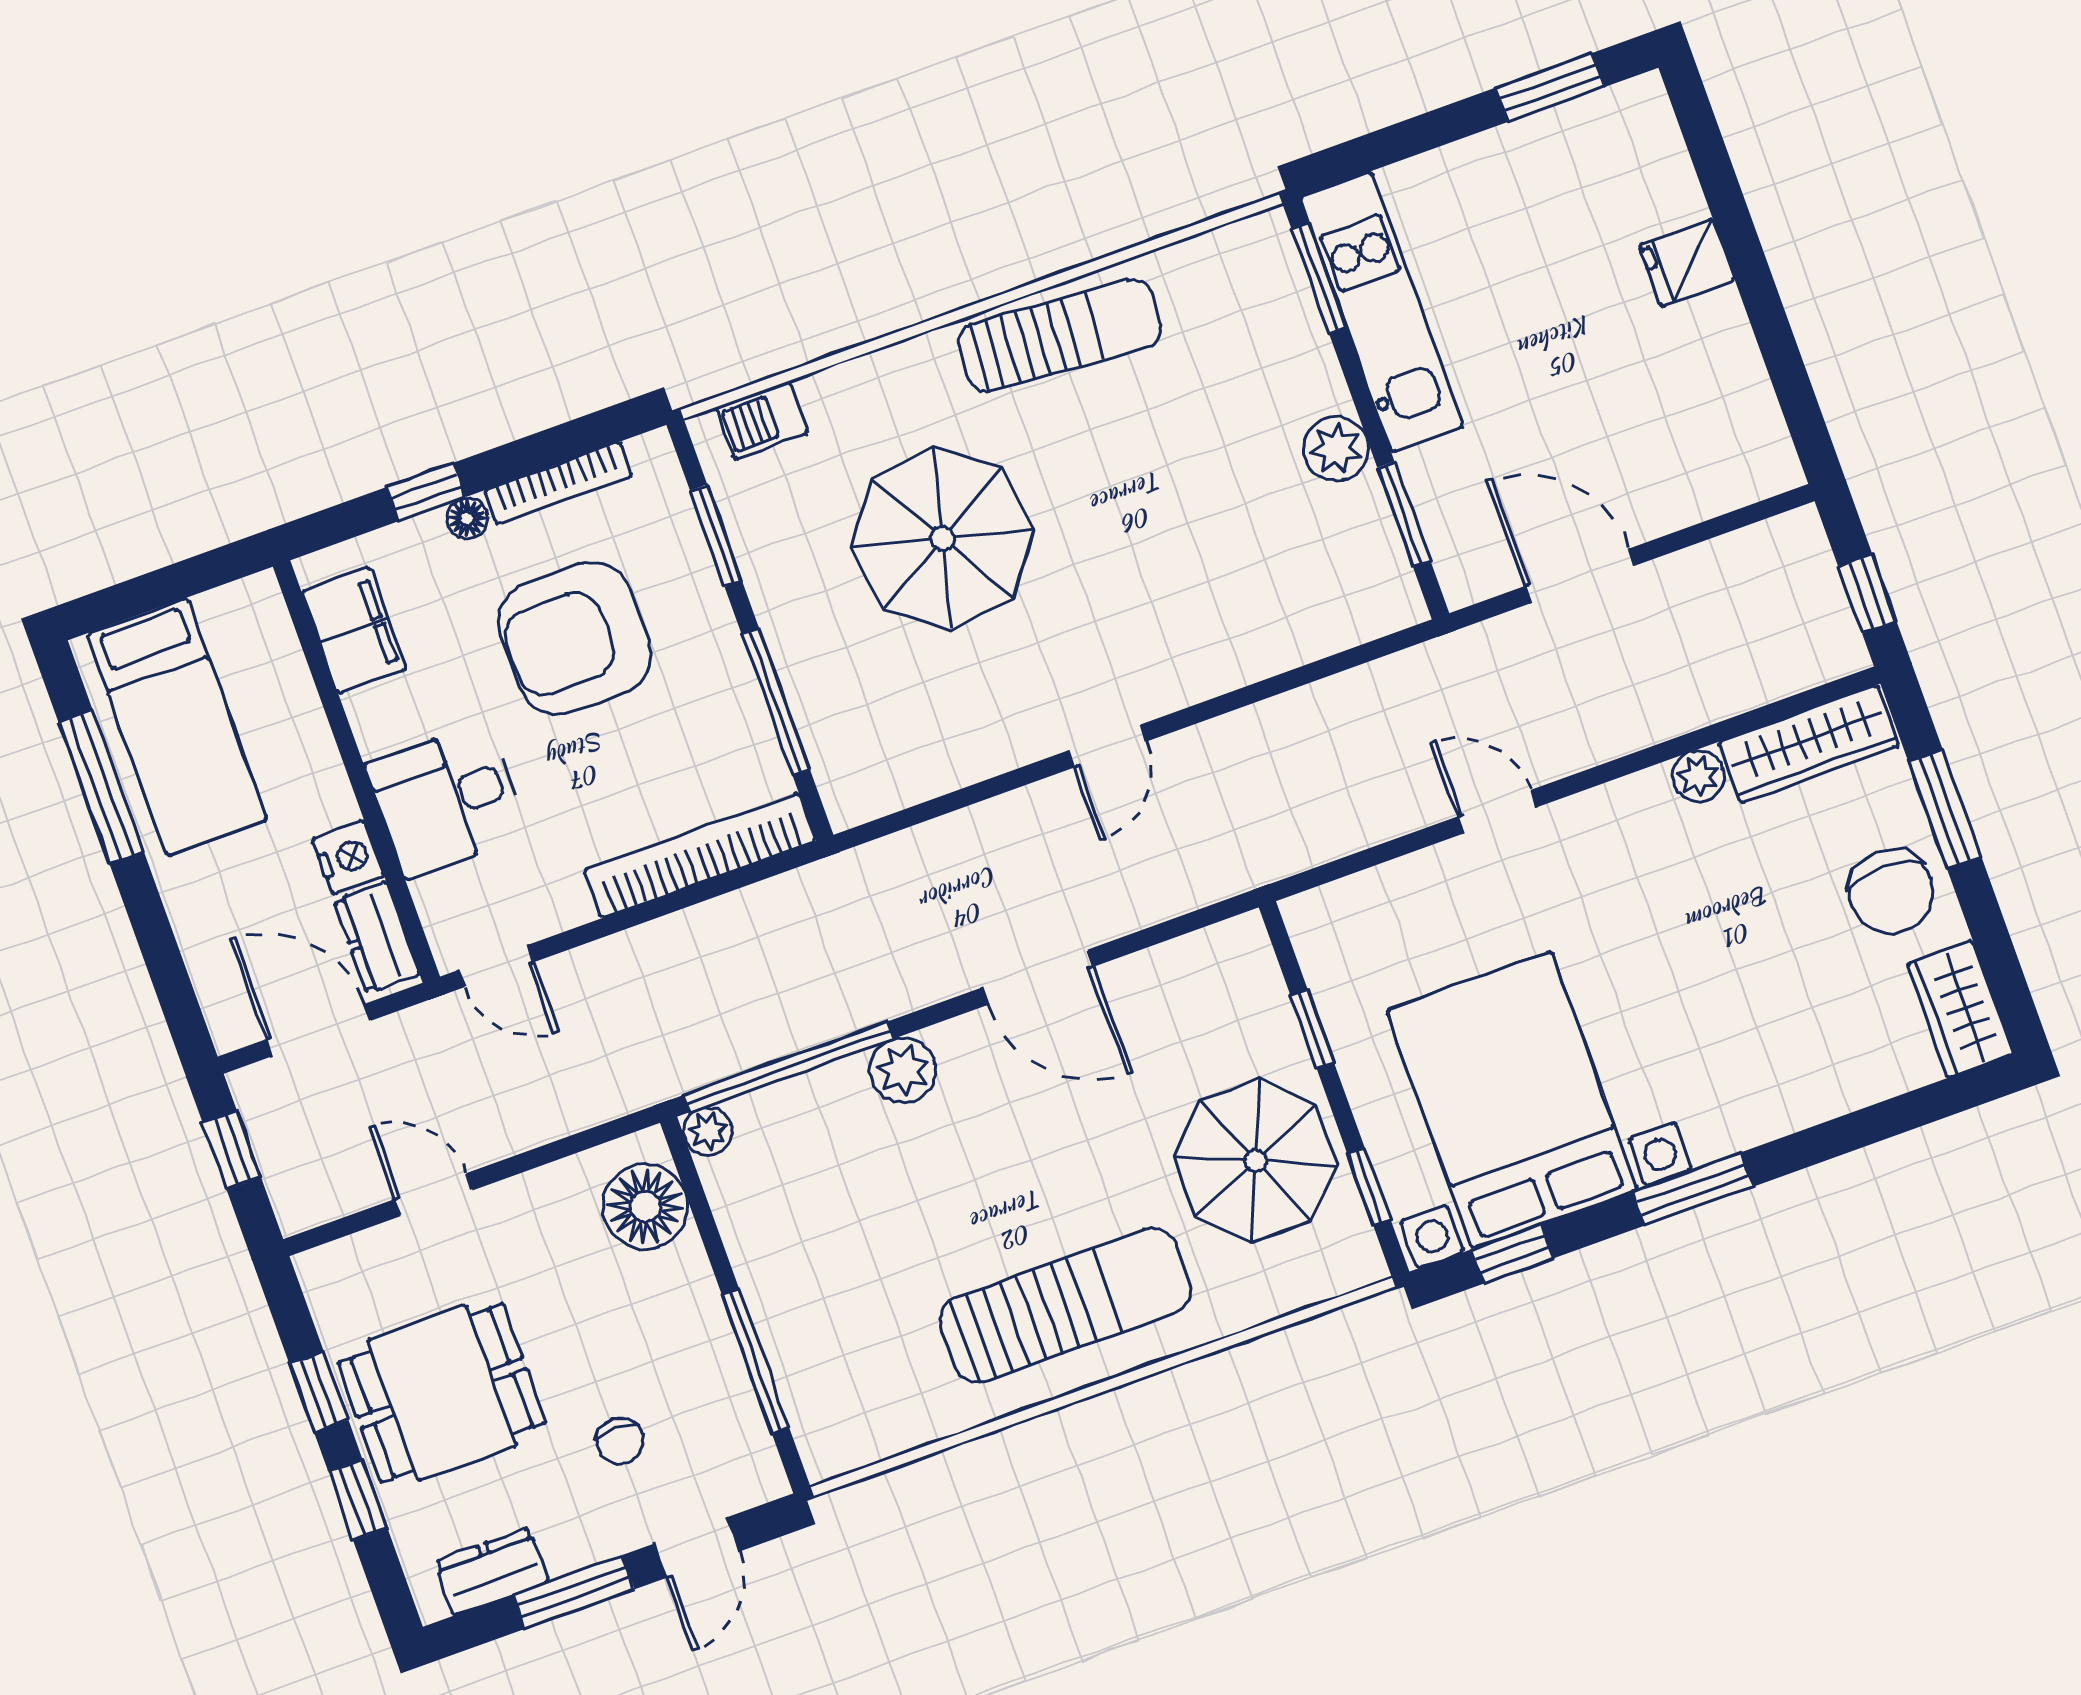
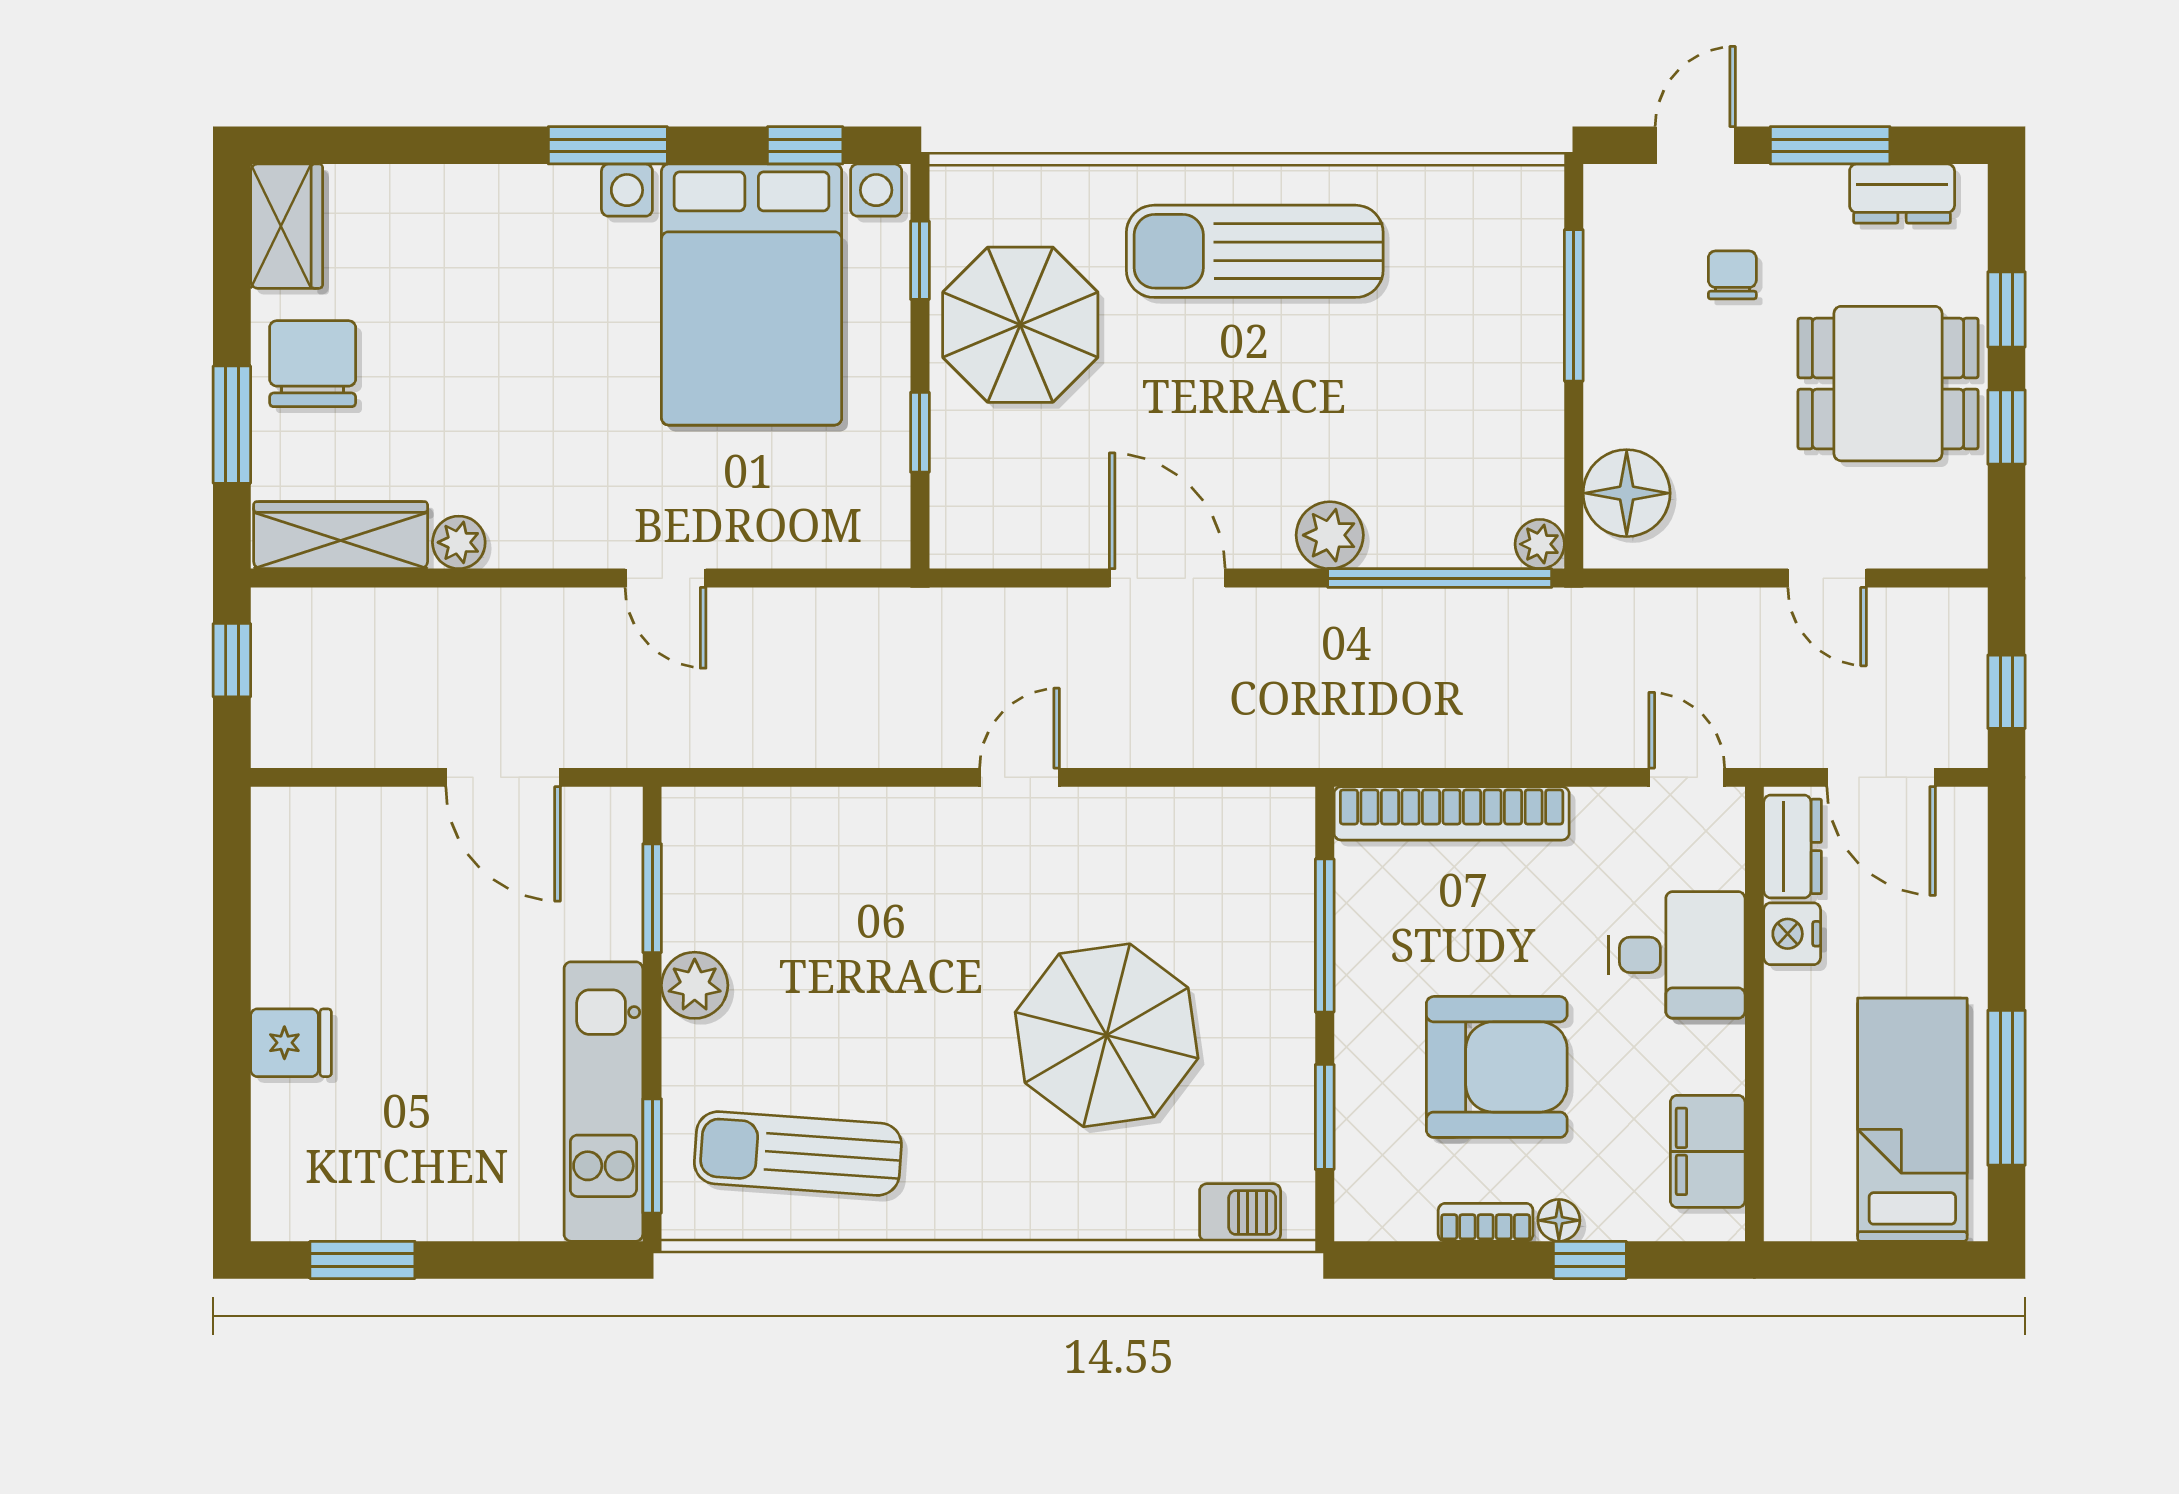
sun lounger: (1060, 336) -> (798, 1153), moved
bookcase: (558, 483) -> (1486, 1222), width x0.64

